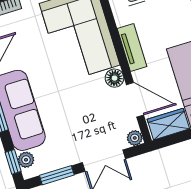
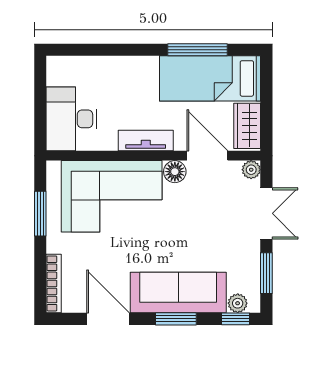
door: (135, 100) -> (207, 156), hinge flipped

